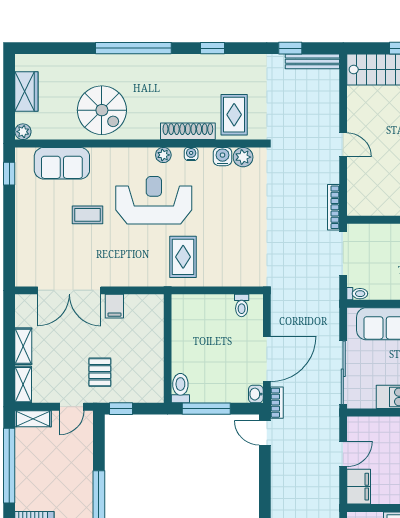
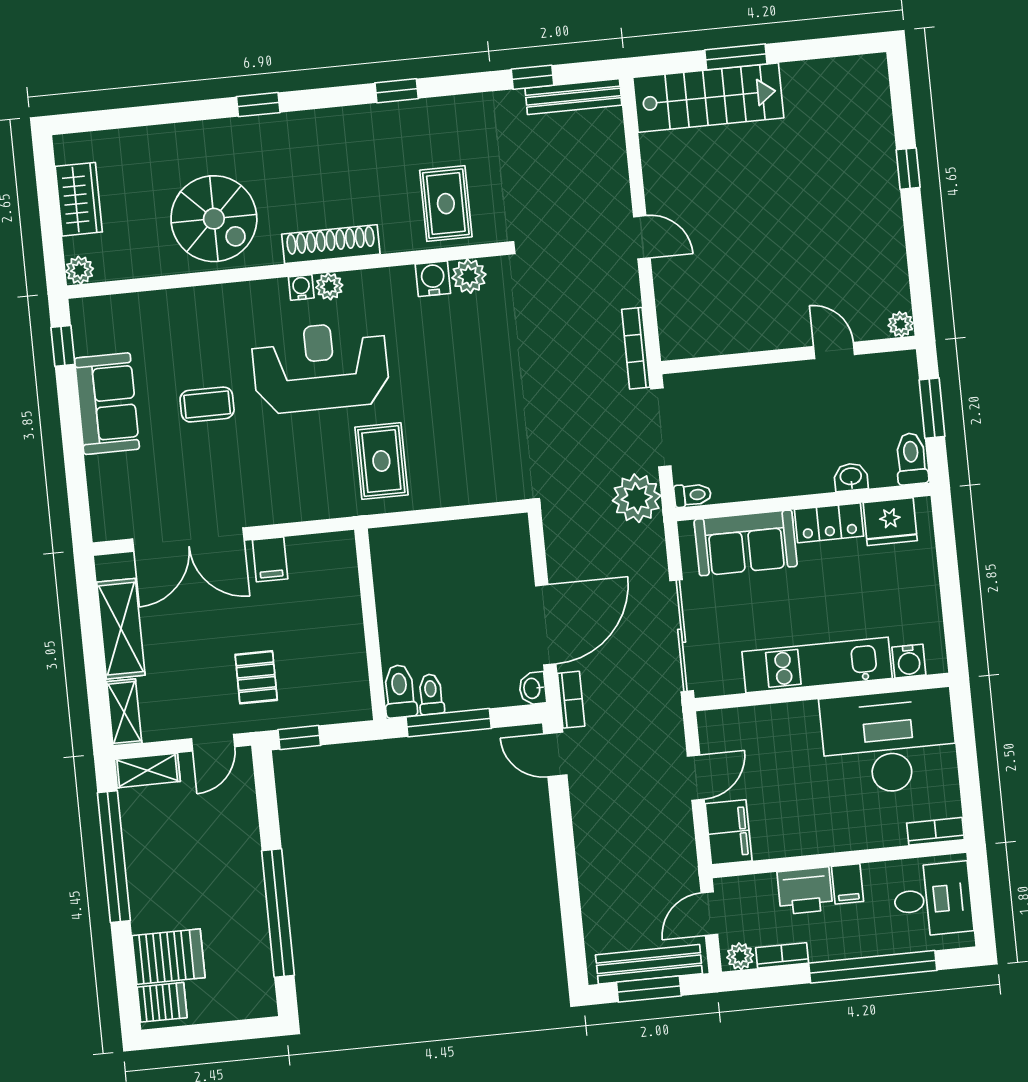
window: (133, 48) -> (258, 105), width x0.32
shoe rack: (188, 131) -> (331, 244), moved
water cooler: (191, 154) -> (301, 287), moved
sofa: (62, 163) -> (107, 404), moved, turned -90
plant: (325, 292) -> (637, 498), added
toilet: (242, 306) -> (431, 694), moved, turned 180
shelving: (23, 346) -> (121, 629), width x1.50, depth x1.33

